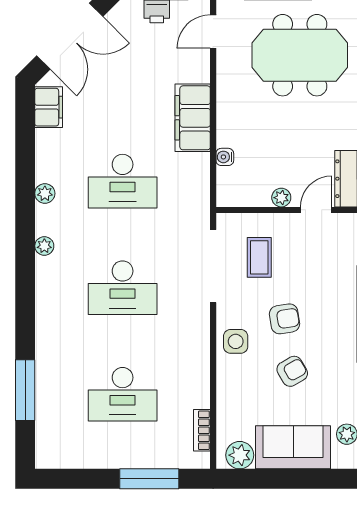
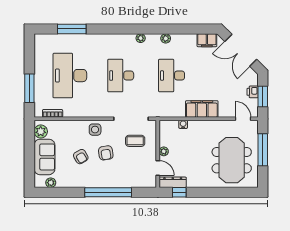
desk: (123, 394) -> (70, 76), width x1.36, depth x1.30

